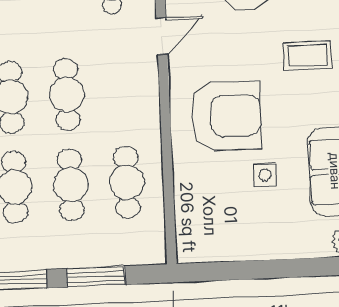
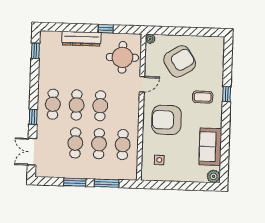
armchair: (226, 116) -> (166, 120), turned 180
side table: (265, 175) -> (159, 160), moved

